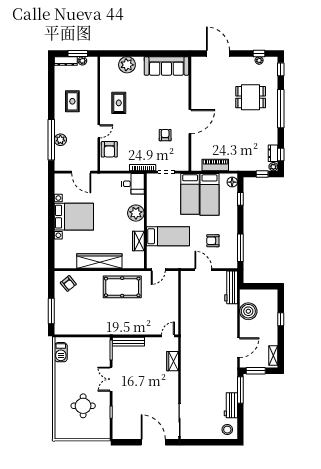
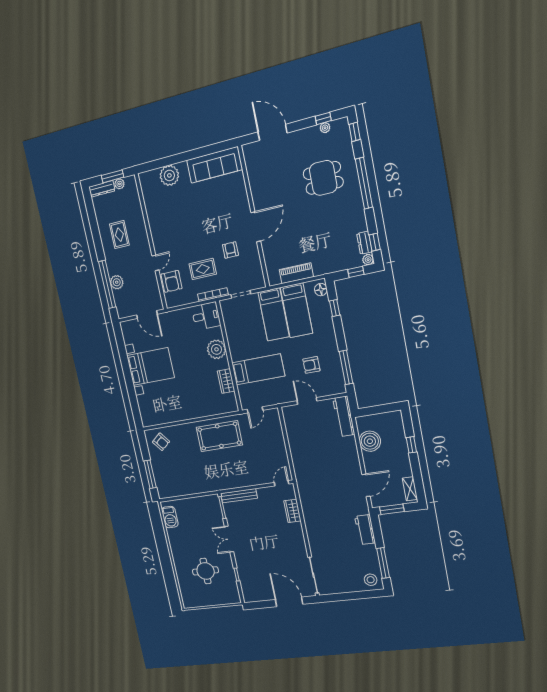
rug: (119, 103) -> (203, 269), moved, turned 90
wardrobe: (99, 261) -> (188, 411), removed
window: (240, 390) -> (383, 563), moved
workbench: (231, 405) -> (365, 530), moved

